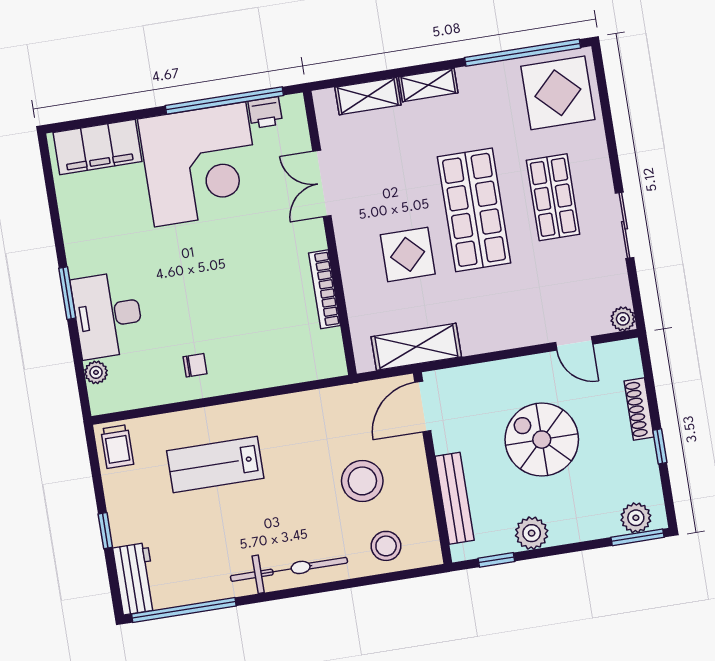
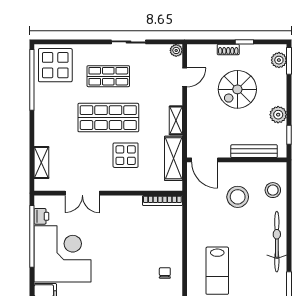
shelving: (428, 85) -> (176, 120), moved
bookcase: (324, 289) -> (162, 201), moved
shoe rack: (639, 409) -> (228, 50), width x0.70
spiral stairs: (542, 440) -> (237, 89), moved

